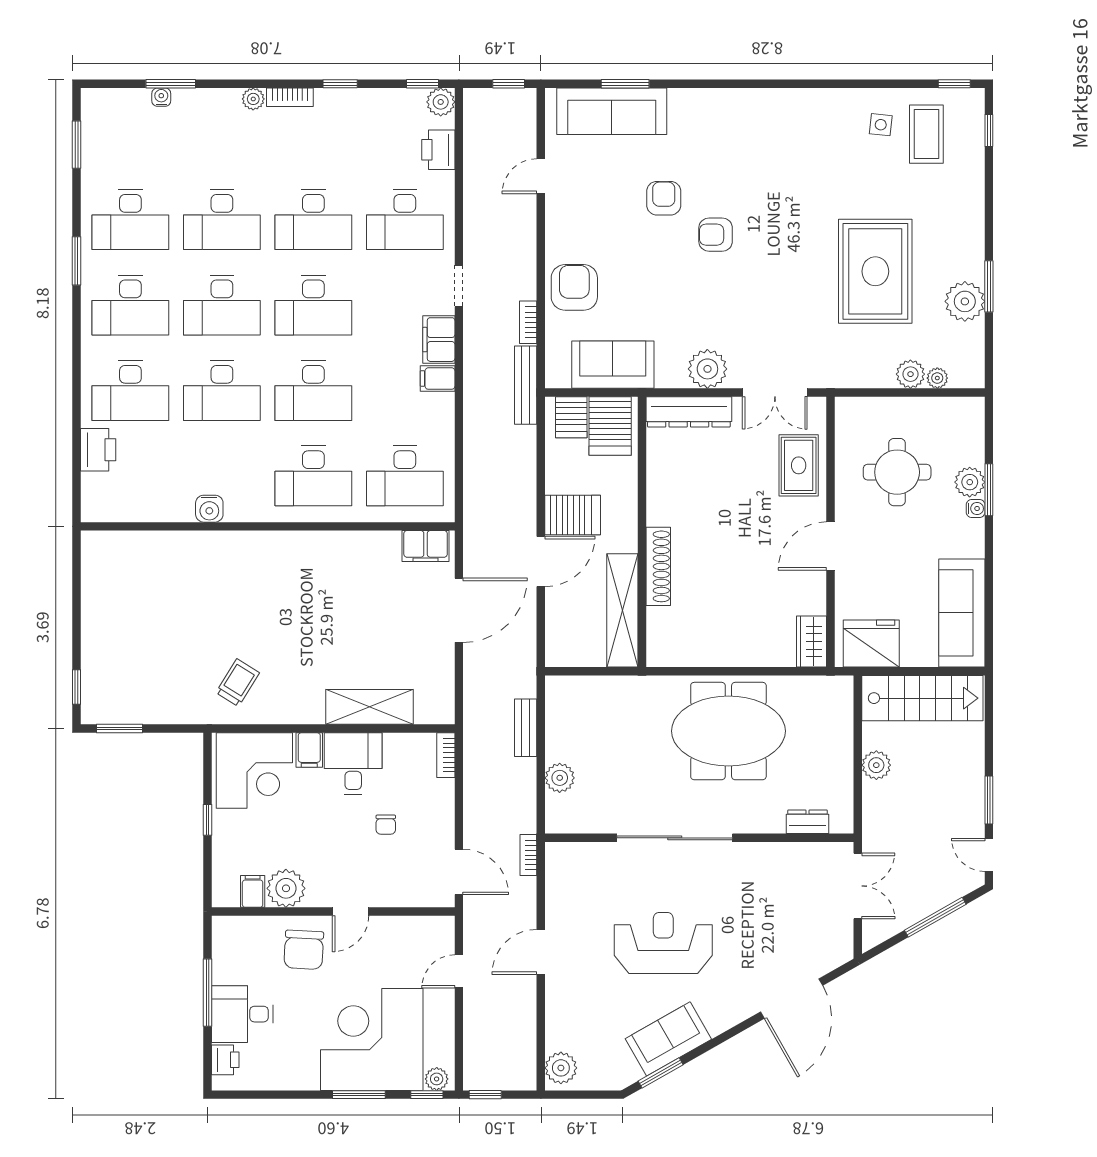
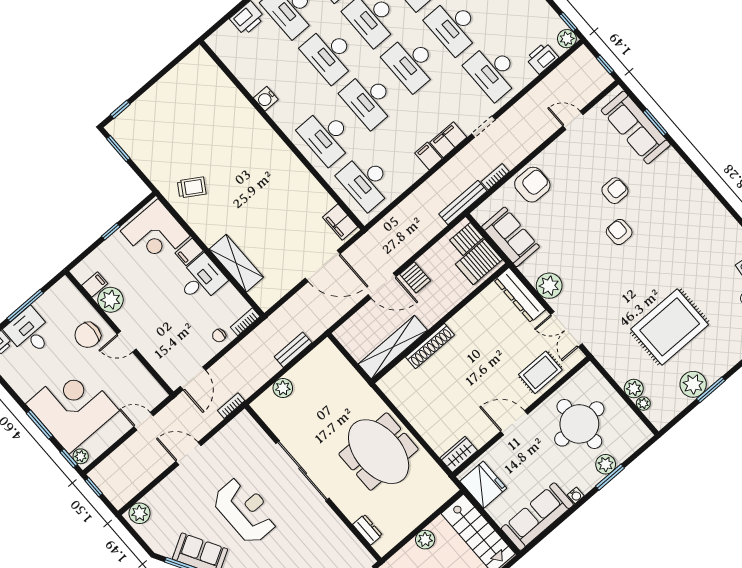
round table: (897, 472) -> (579, 424), width x1.36, depth x1.36
water cooler: (976, 509) -> (576, 495), moved
server rack: (573, 515) -> (415, 277), width x0.73, depth x0.70
chair: (386, 825) -> (219, 336), moved

